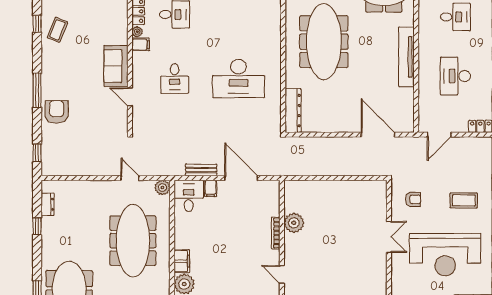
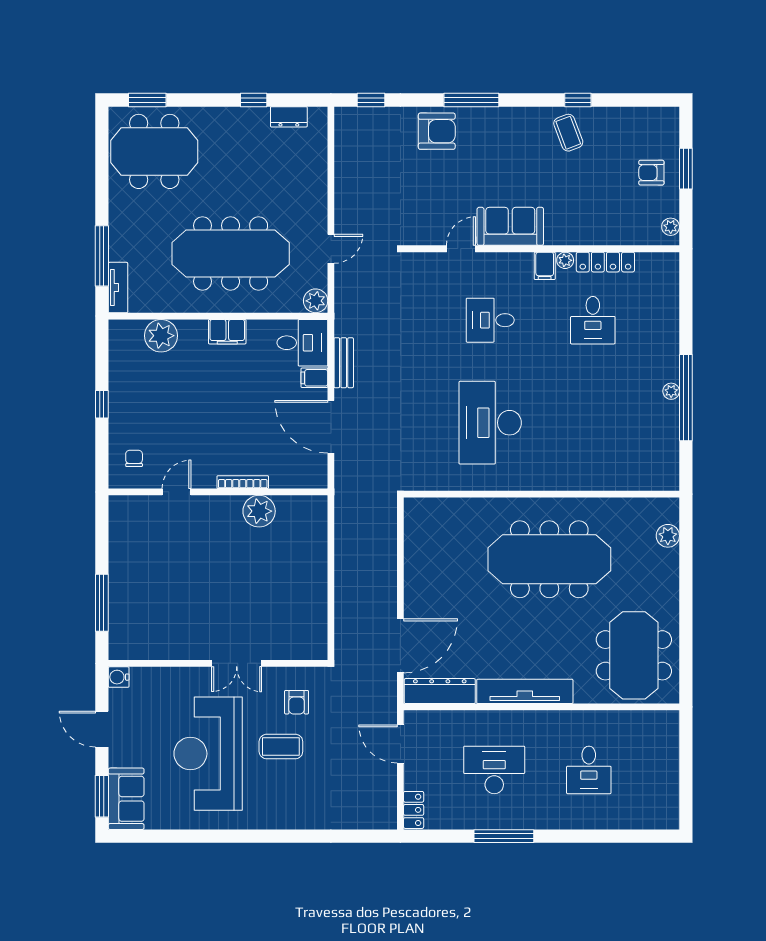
coffee table: (57, 30) -> (568, 133), turned 47
dresser: (293, 111) -> (440, 691), moved, turned 180
door: (241, 178) -> (331, 427), swing flipped
coffee table: (464, 200) -> (281, 747), moved, turned 90
filing cabinet: (182, 261) -> (227, 332), moved

